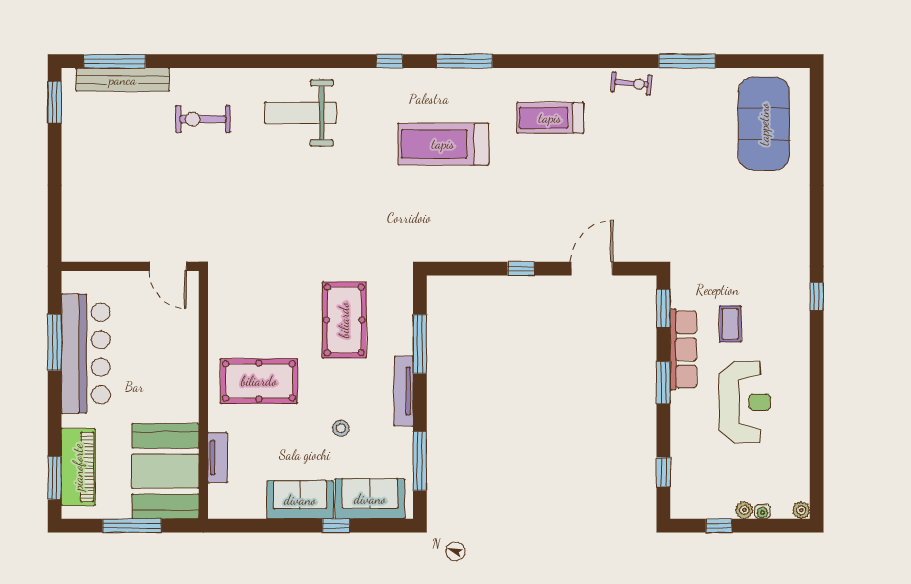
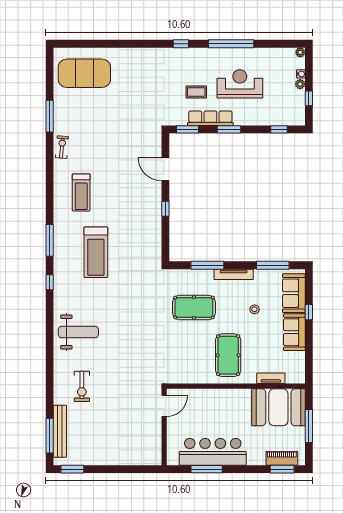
weight bench: (300, 113) -> (78, 332), turned -90
window: (817, 387) -> (231, 44), added
piano: (78, 467) -> (282, 458), width x0.73, depth x0.75

